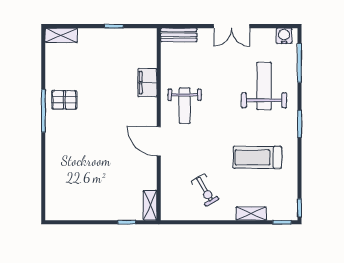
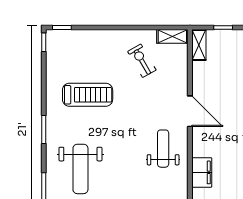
shelving: (251, 214) -> (172, 36), moved

